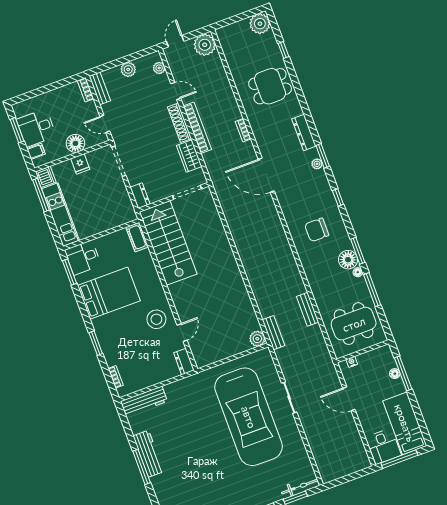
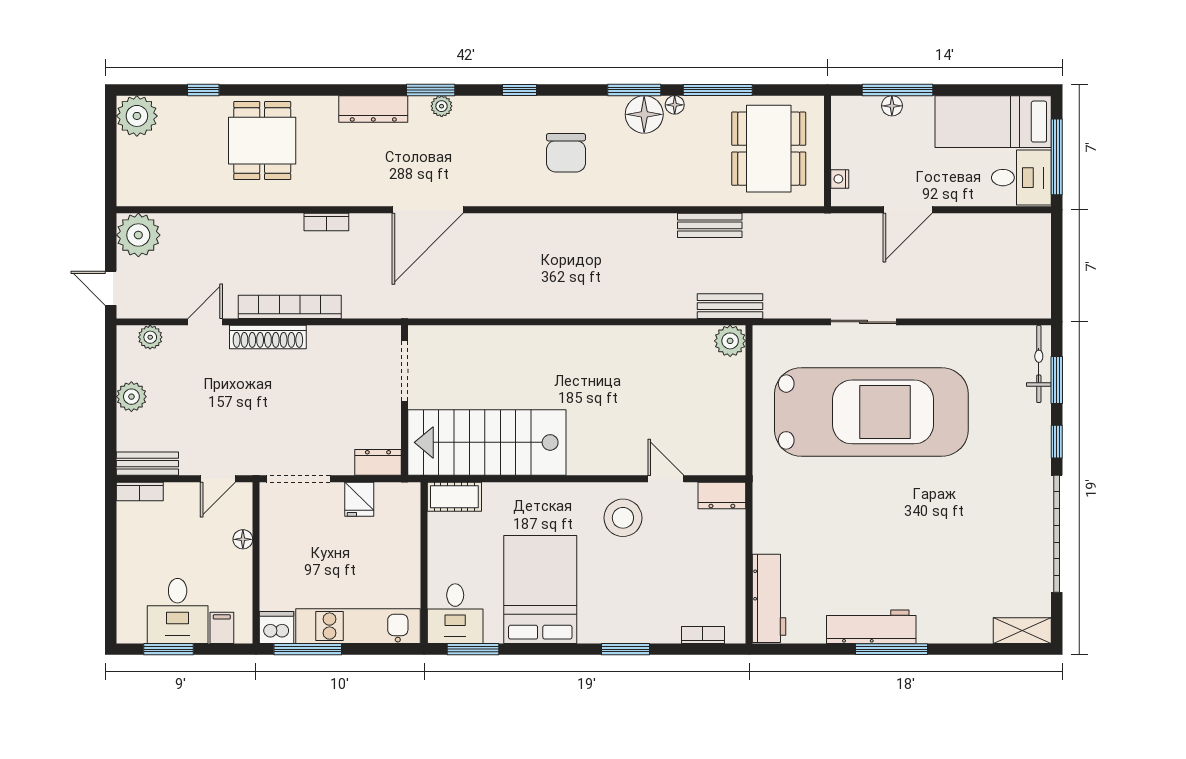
floor lamp: (75, 143) -> (243, 539), width x0.53, depth x0.53
wardrobe: (189, 156) -> (337, 342), removed
fridge: (80, 164) -> (359, 499), moved, turned 90

